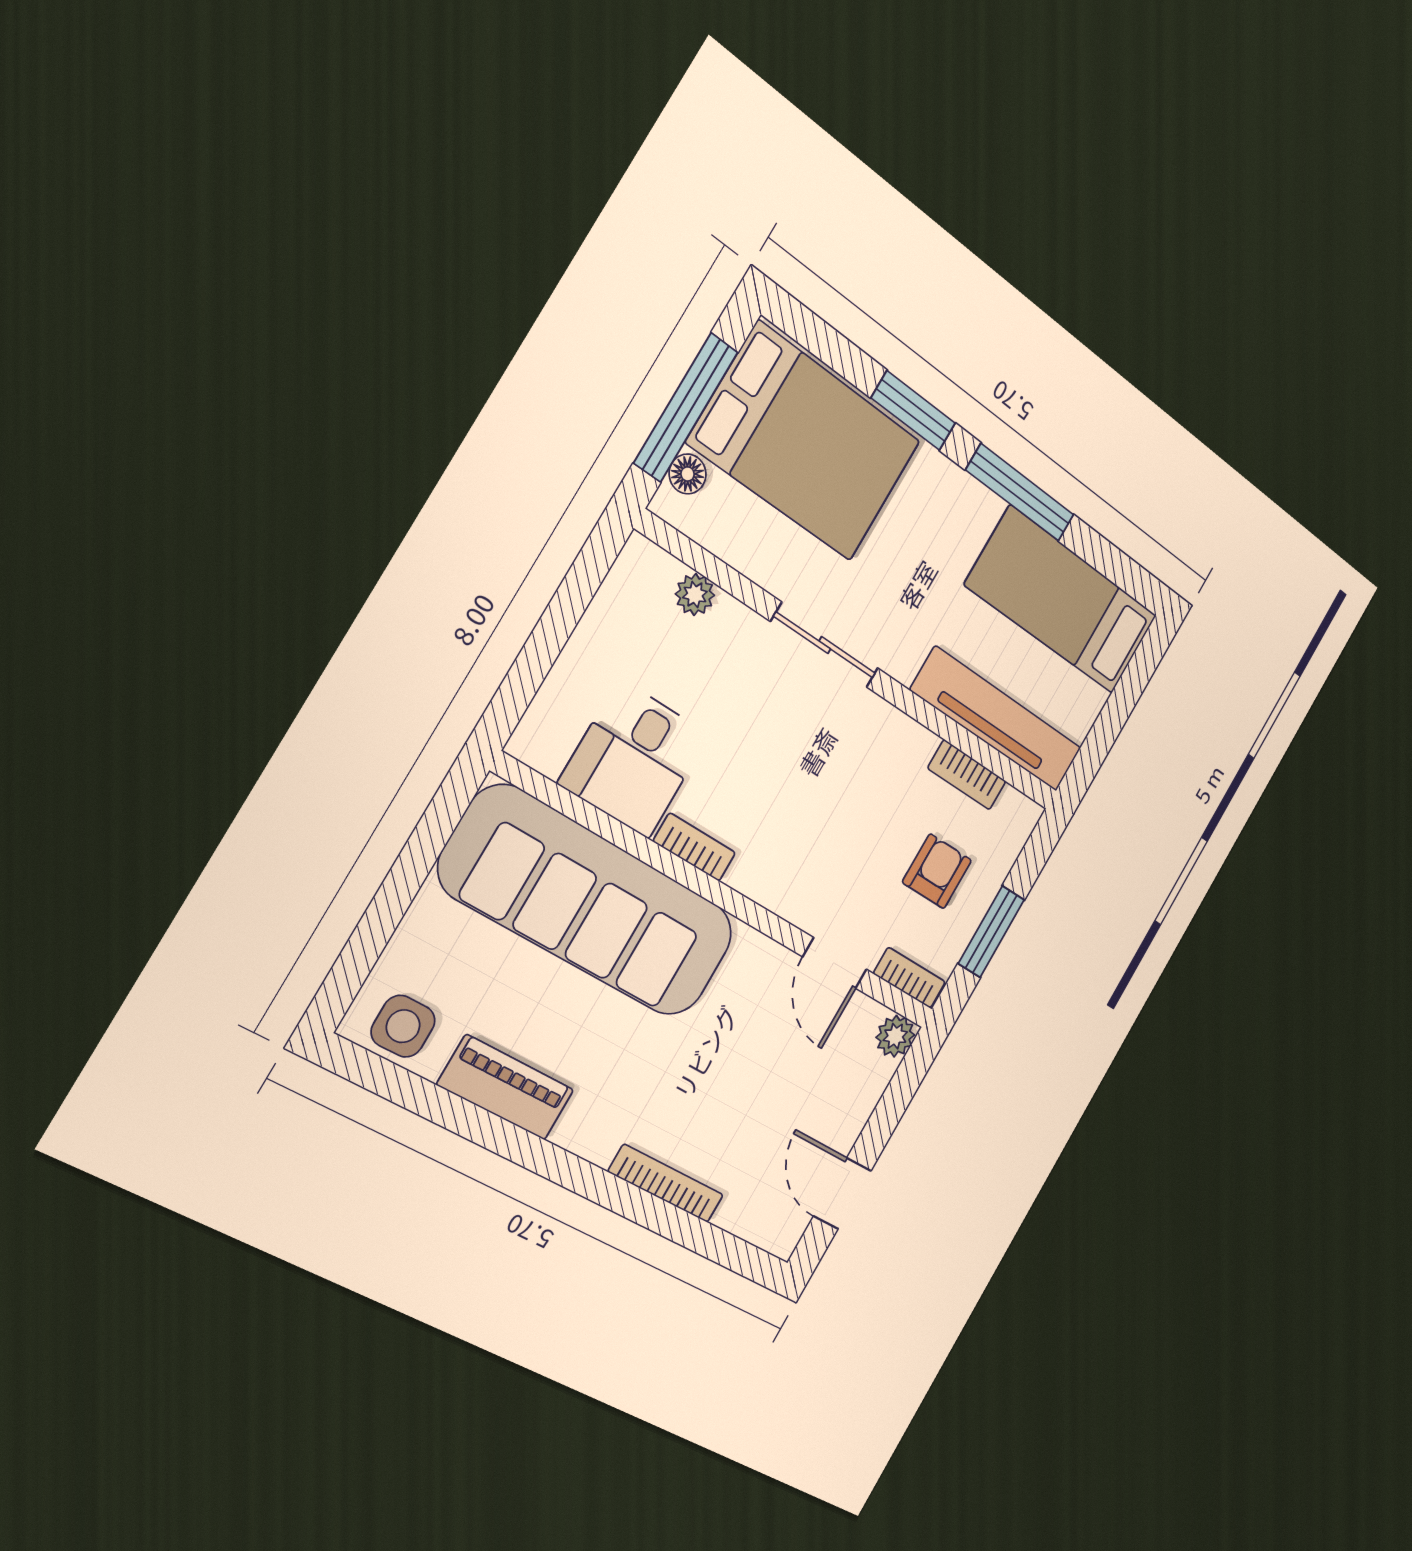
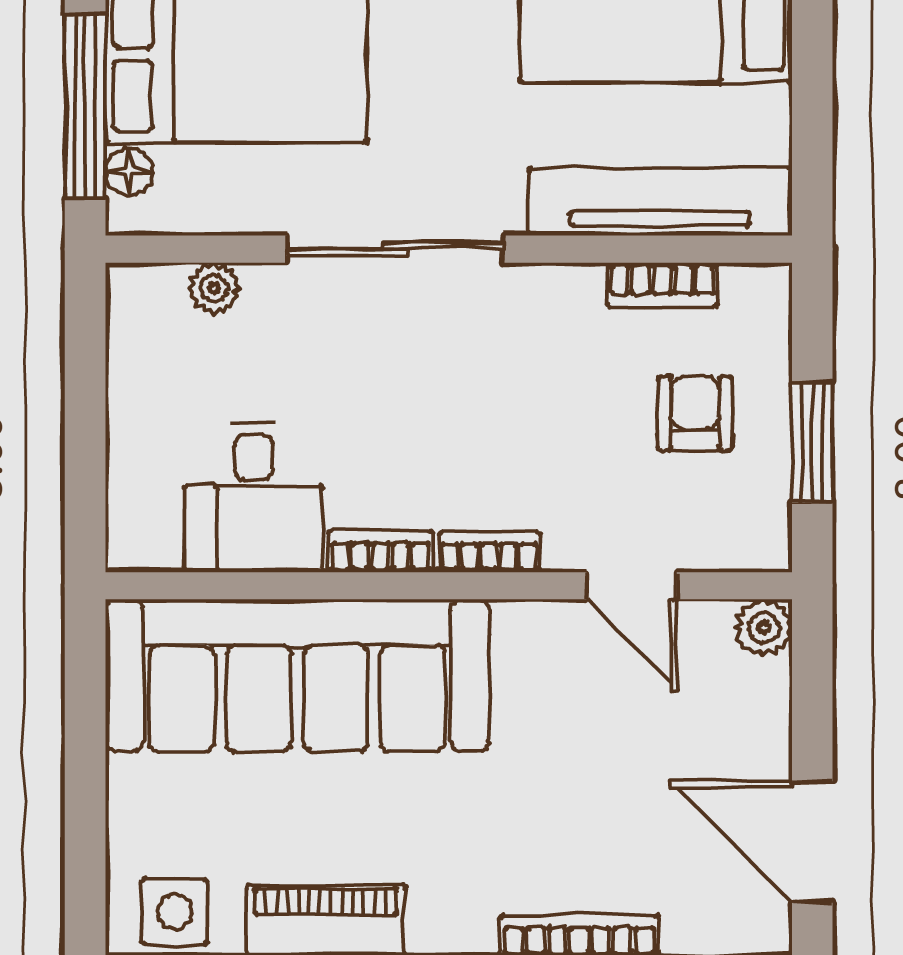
sliding door: (825, 645) -> (395, 249), width x1.37
bookcase: (909, 978) -> (489, 552), moved
door: (842, 1193) -> (812, 842), width x1.38

